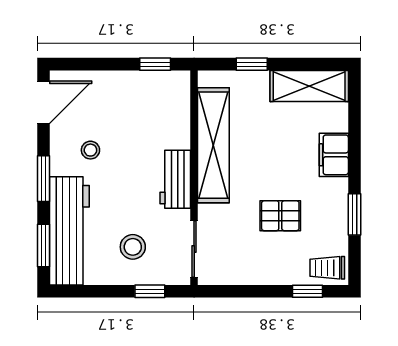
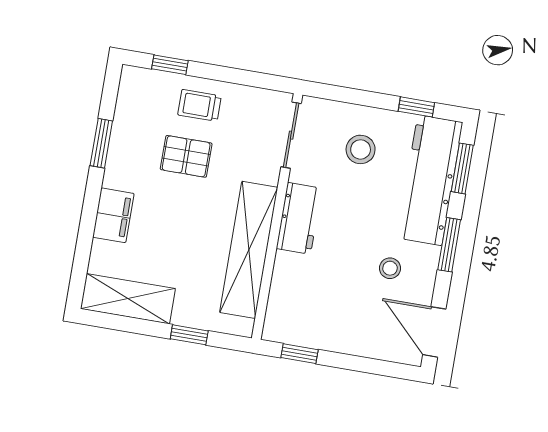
door: (43, 102) -> (434, 332), hinge flipped
trolley: (327, 268) -> (199, 105), moved, turned 180
window: (150, 291) -> (416, 107), moved

